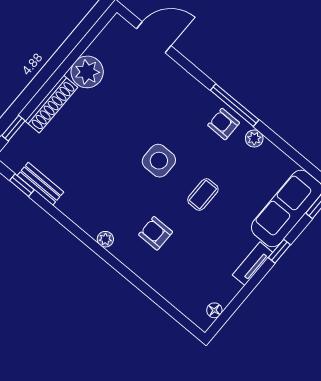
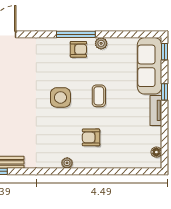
armchair: (224, 124) -> (78, 49), turned 180

